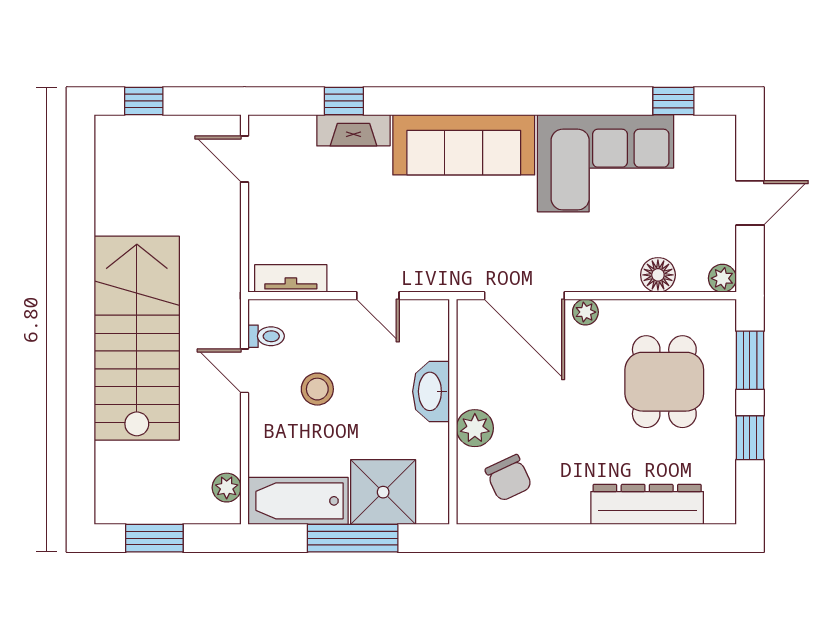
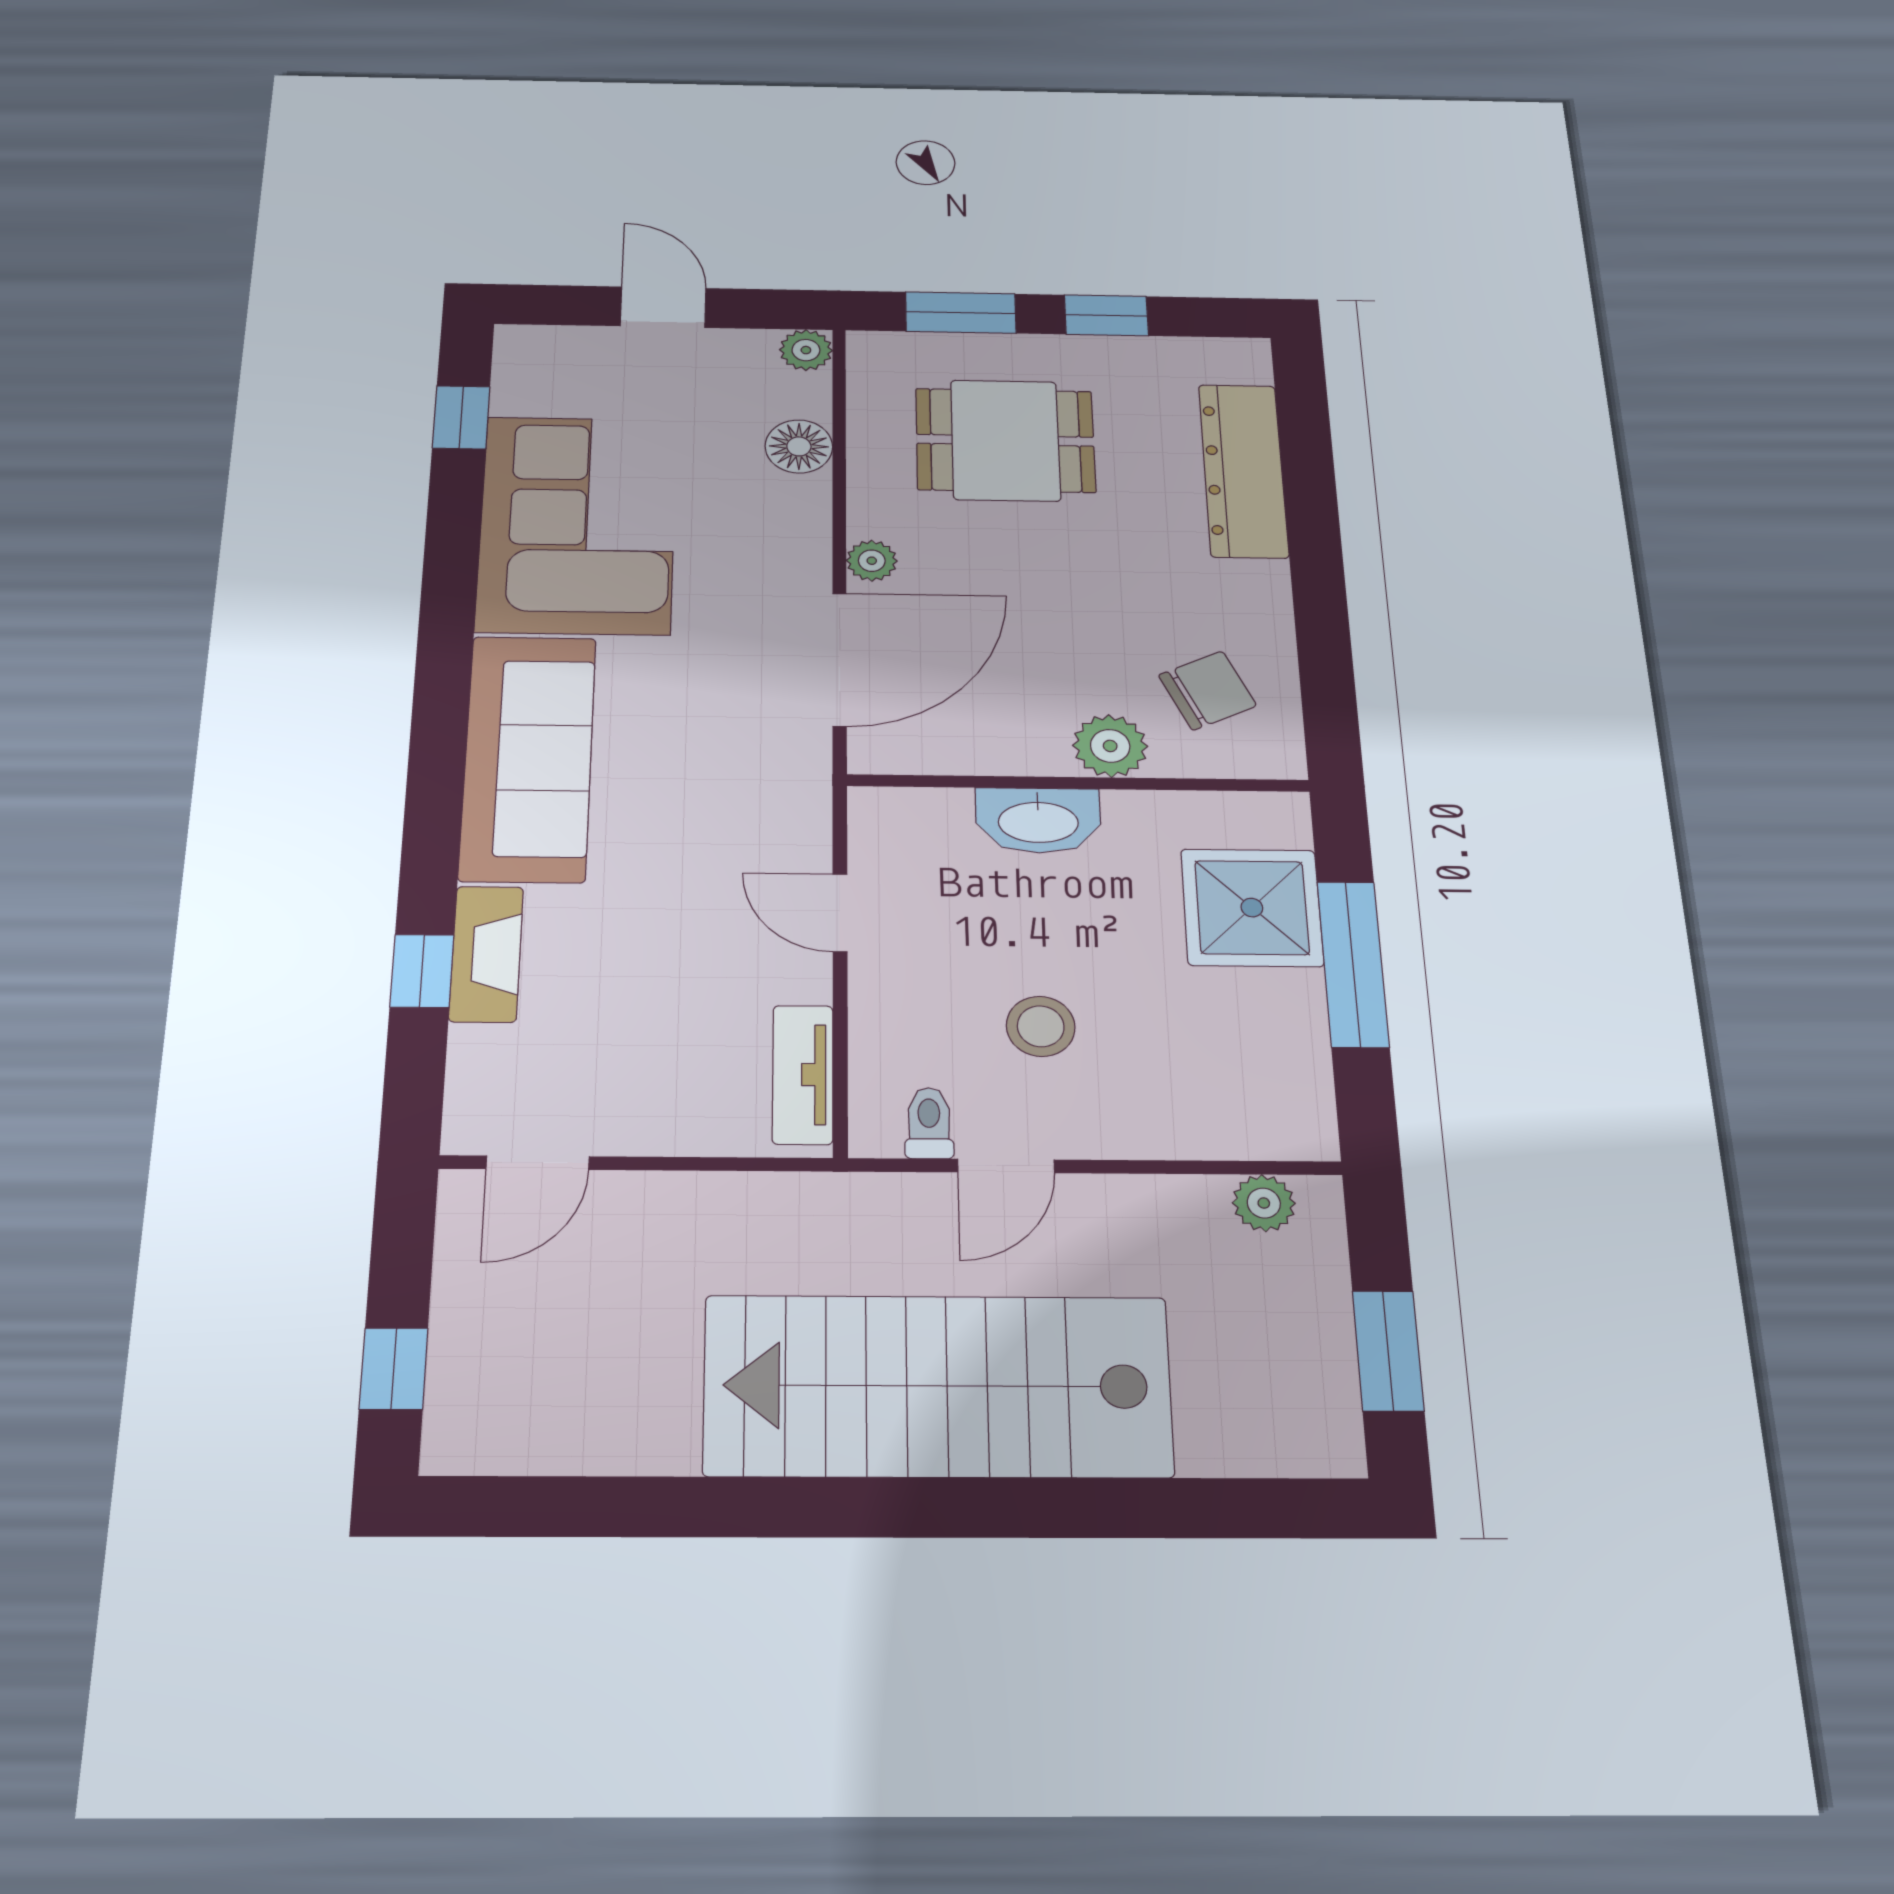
door: (378, 296) -> (840, 913), swing flipped
bathtub: (298, 501) -> (1282, 1065), removed

